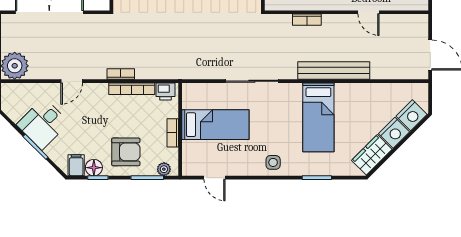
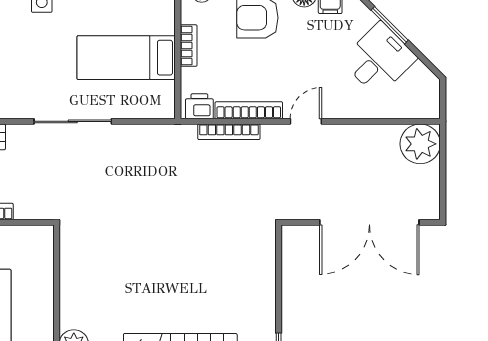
bookcase: (121, 74) -> (229, 132), moved, width x1.56
door: (72, 81) -> (306, 121), moved

